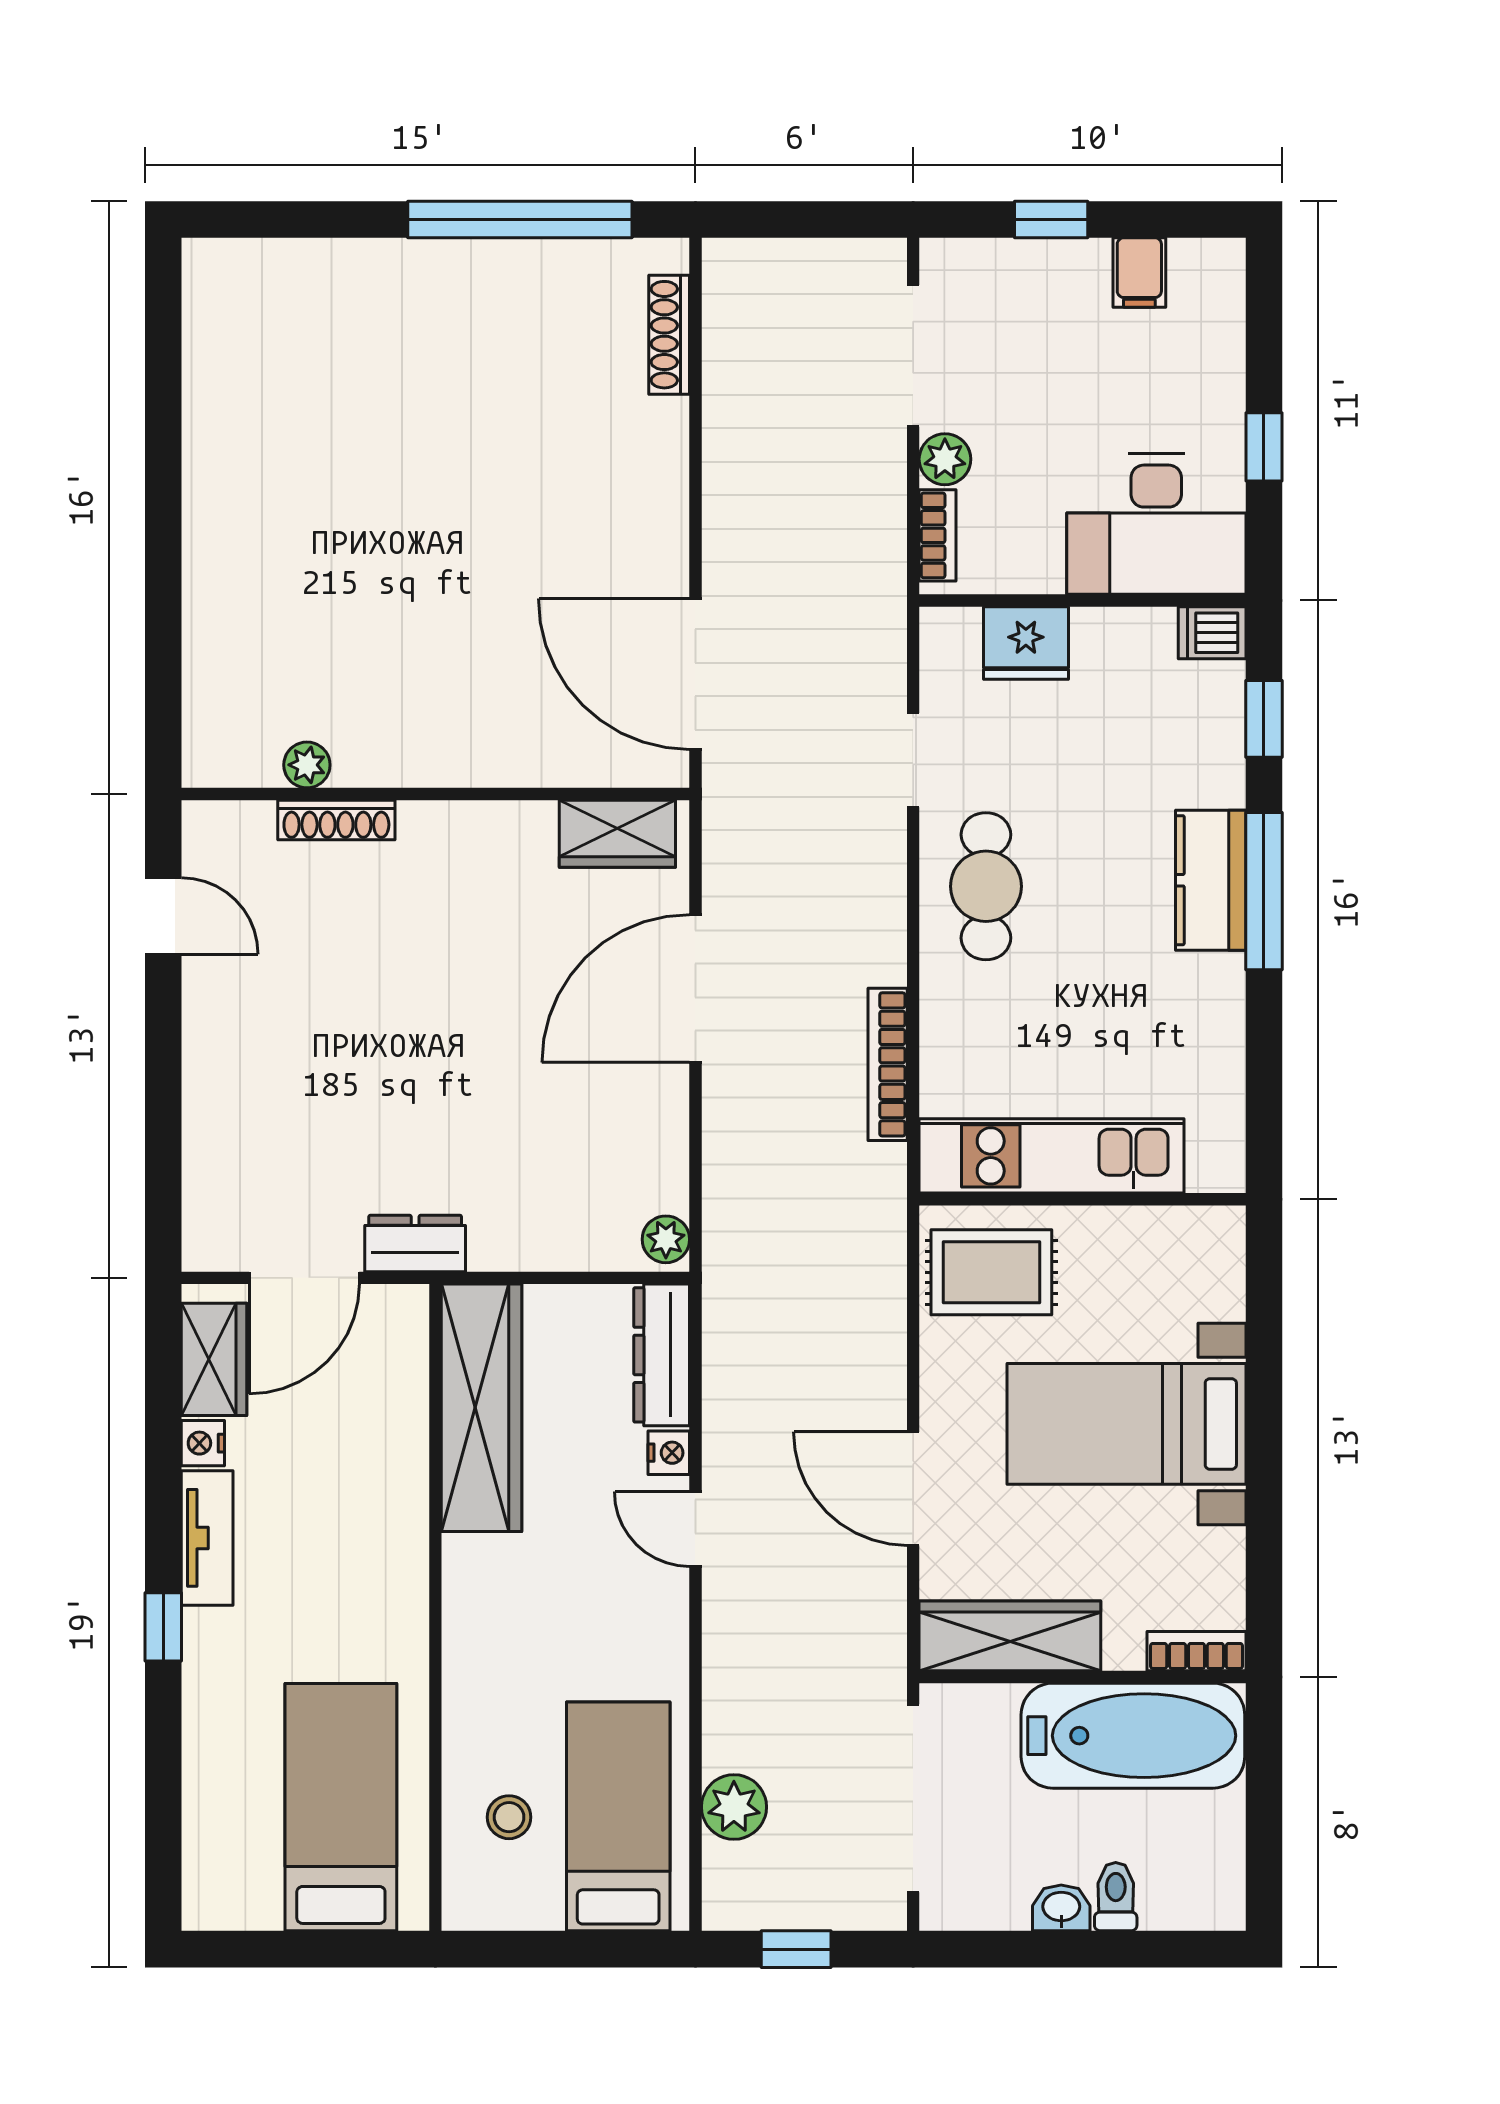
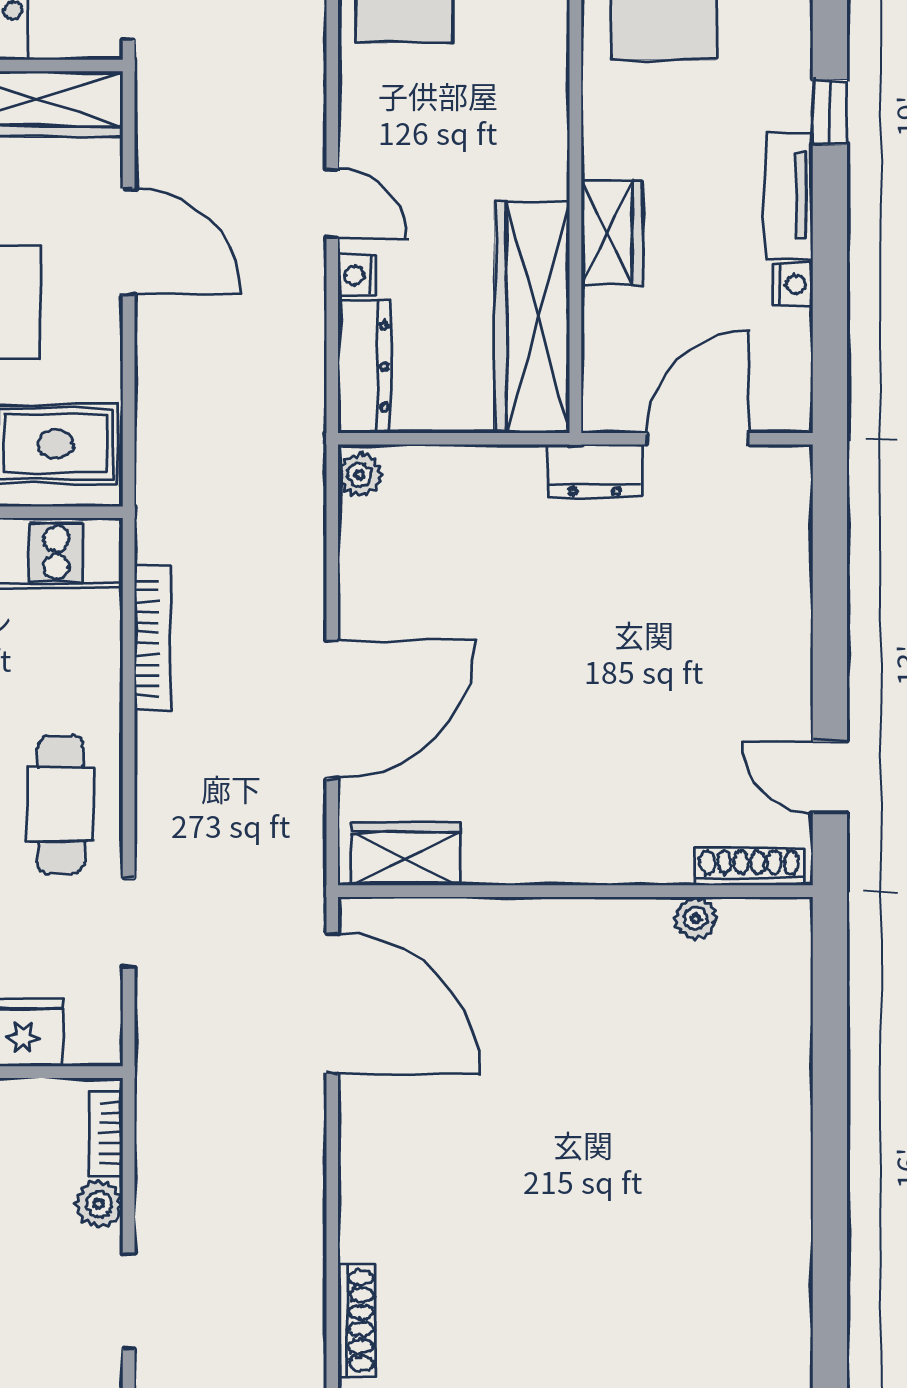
doorway: (913, 356) -> (129, 1301), width x0.73
shoe rack: (336, 820) -> (749, 867), moved
wardrobe: (214, 1359) -> (612, 233), moved, turned 180

